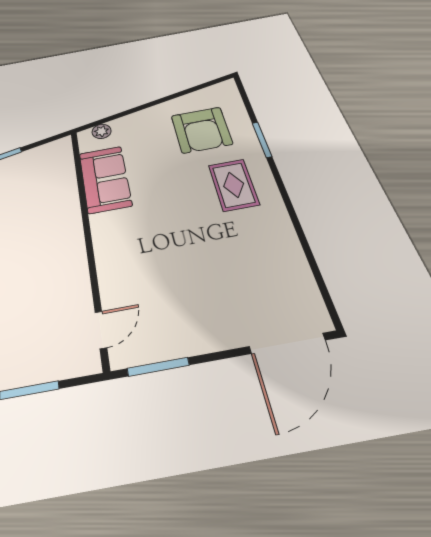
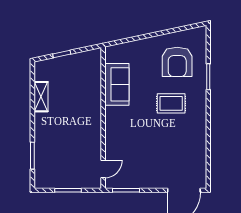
plant: (102, 131) -> (120, 49), removed
rug: (234, 185) -> (171, 103), moved, turned 90

